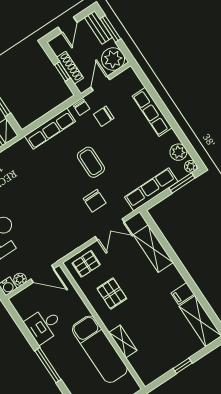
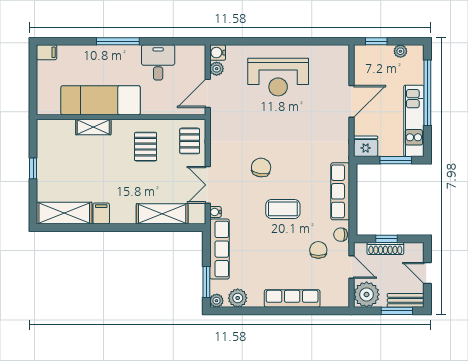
chair: (95, 201) -> (261, 168), moved, turned 98
water cooler: (126, 210) -> (215, 212), added
pallet: (112, 294) -> (146, 147), turned 90

